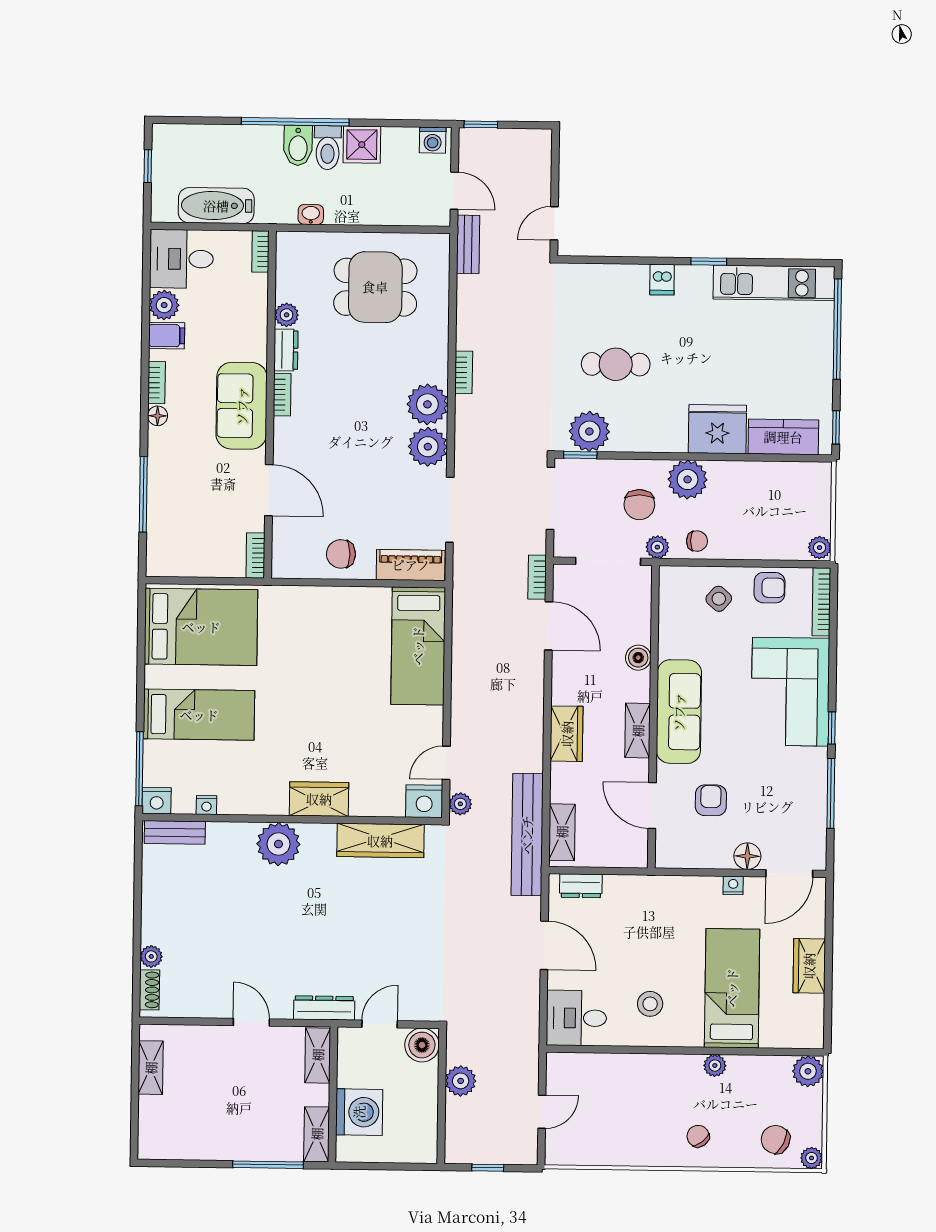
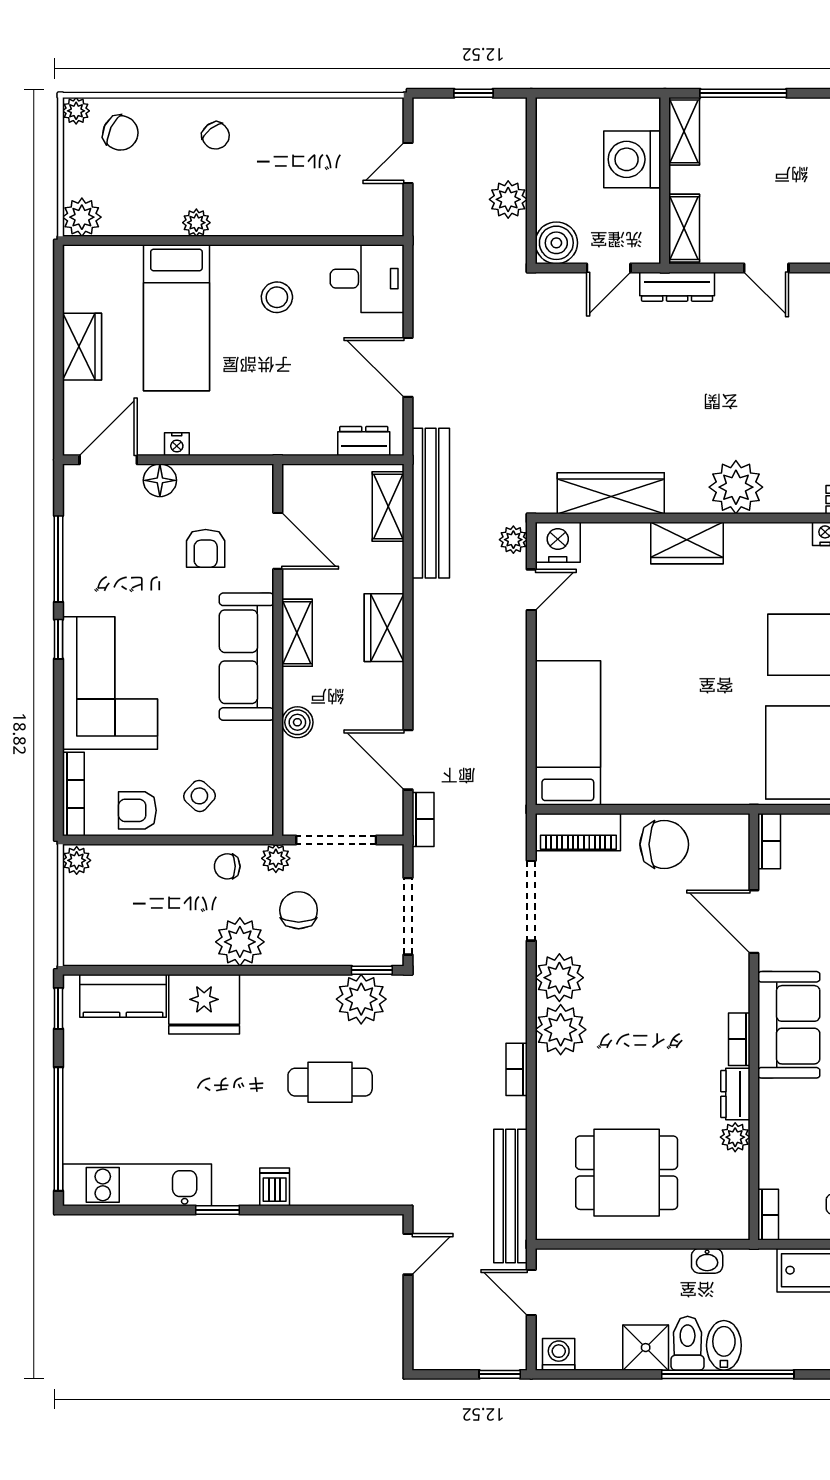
bench: (468, 244) -> (510, 1196), width x1.86, depth x1.21
chair: (341, 554) -> (664, 844), width x1.37, depth x1.37

